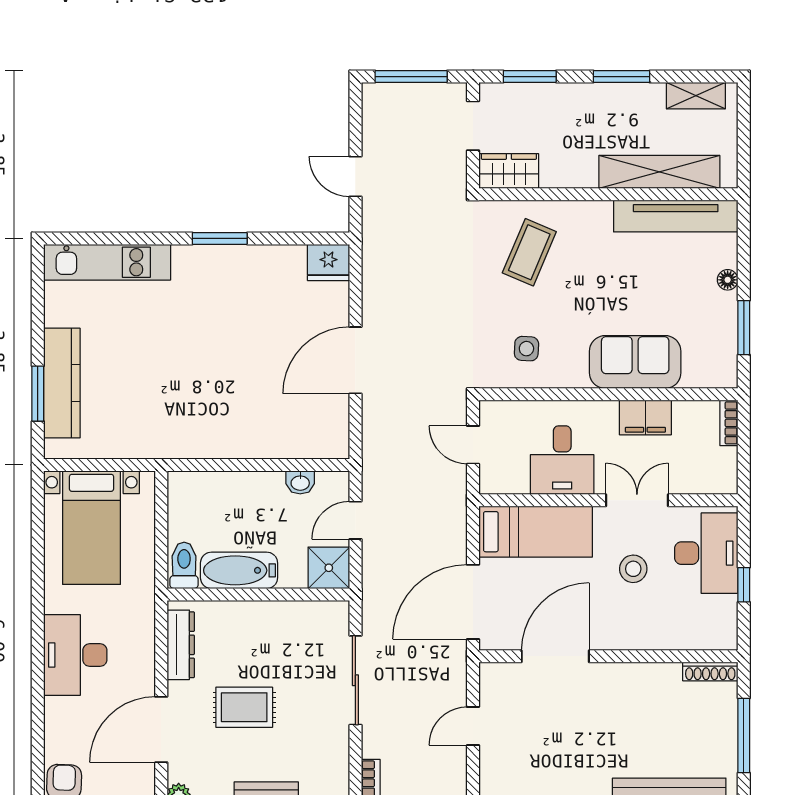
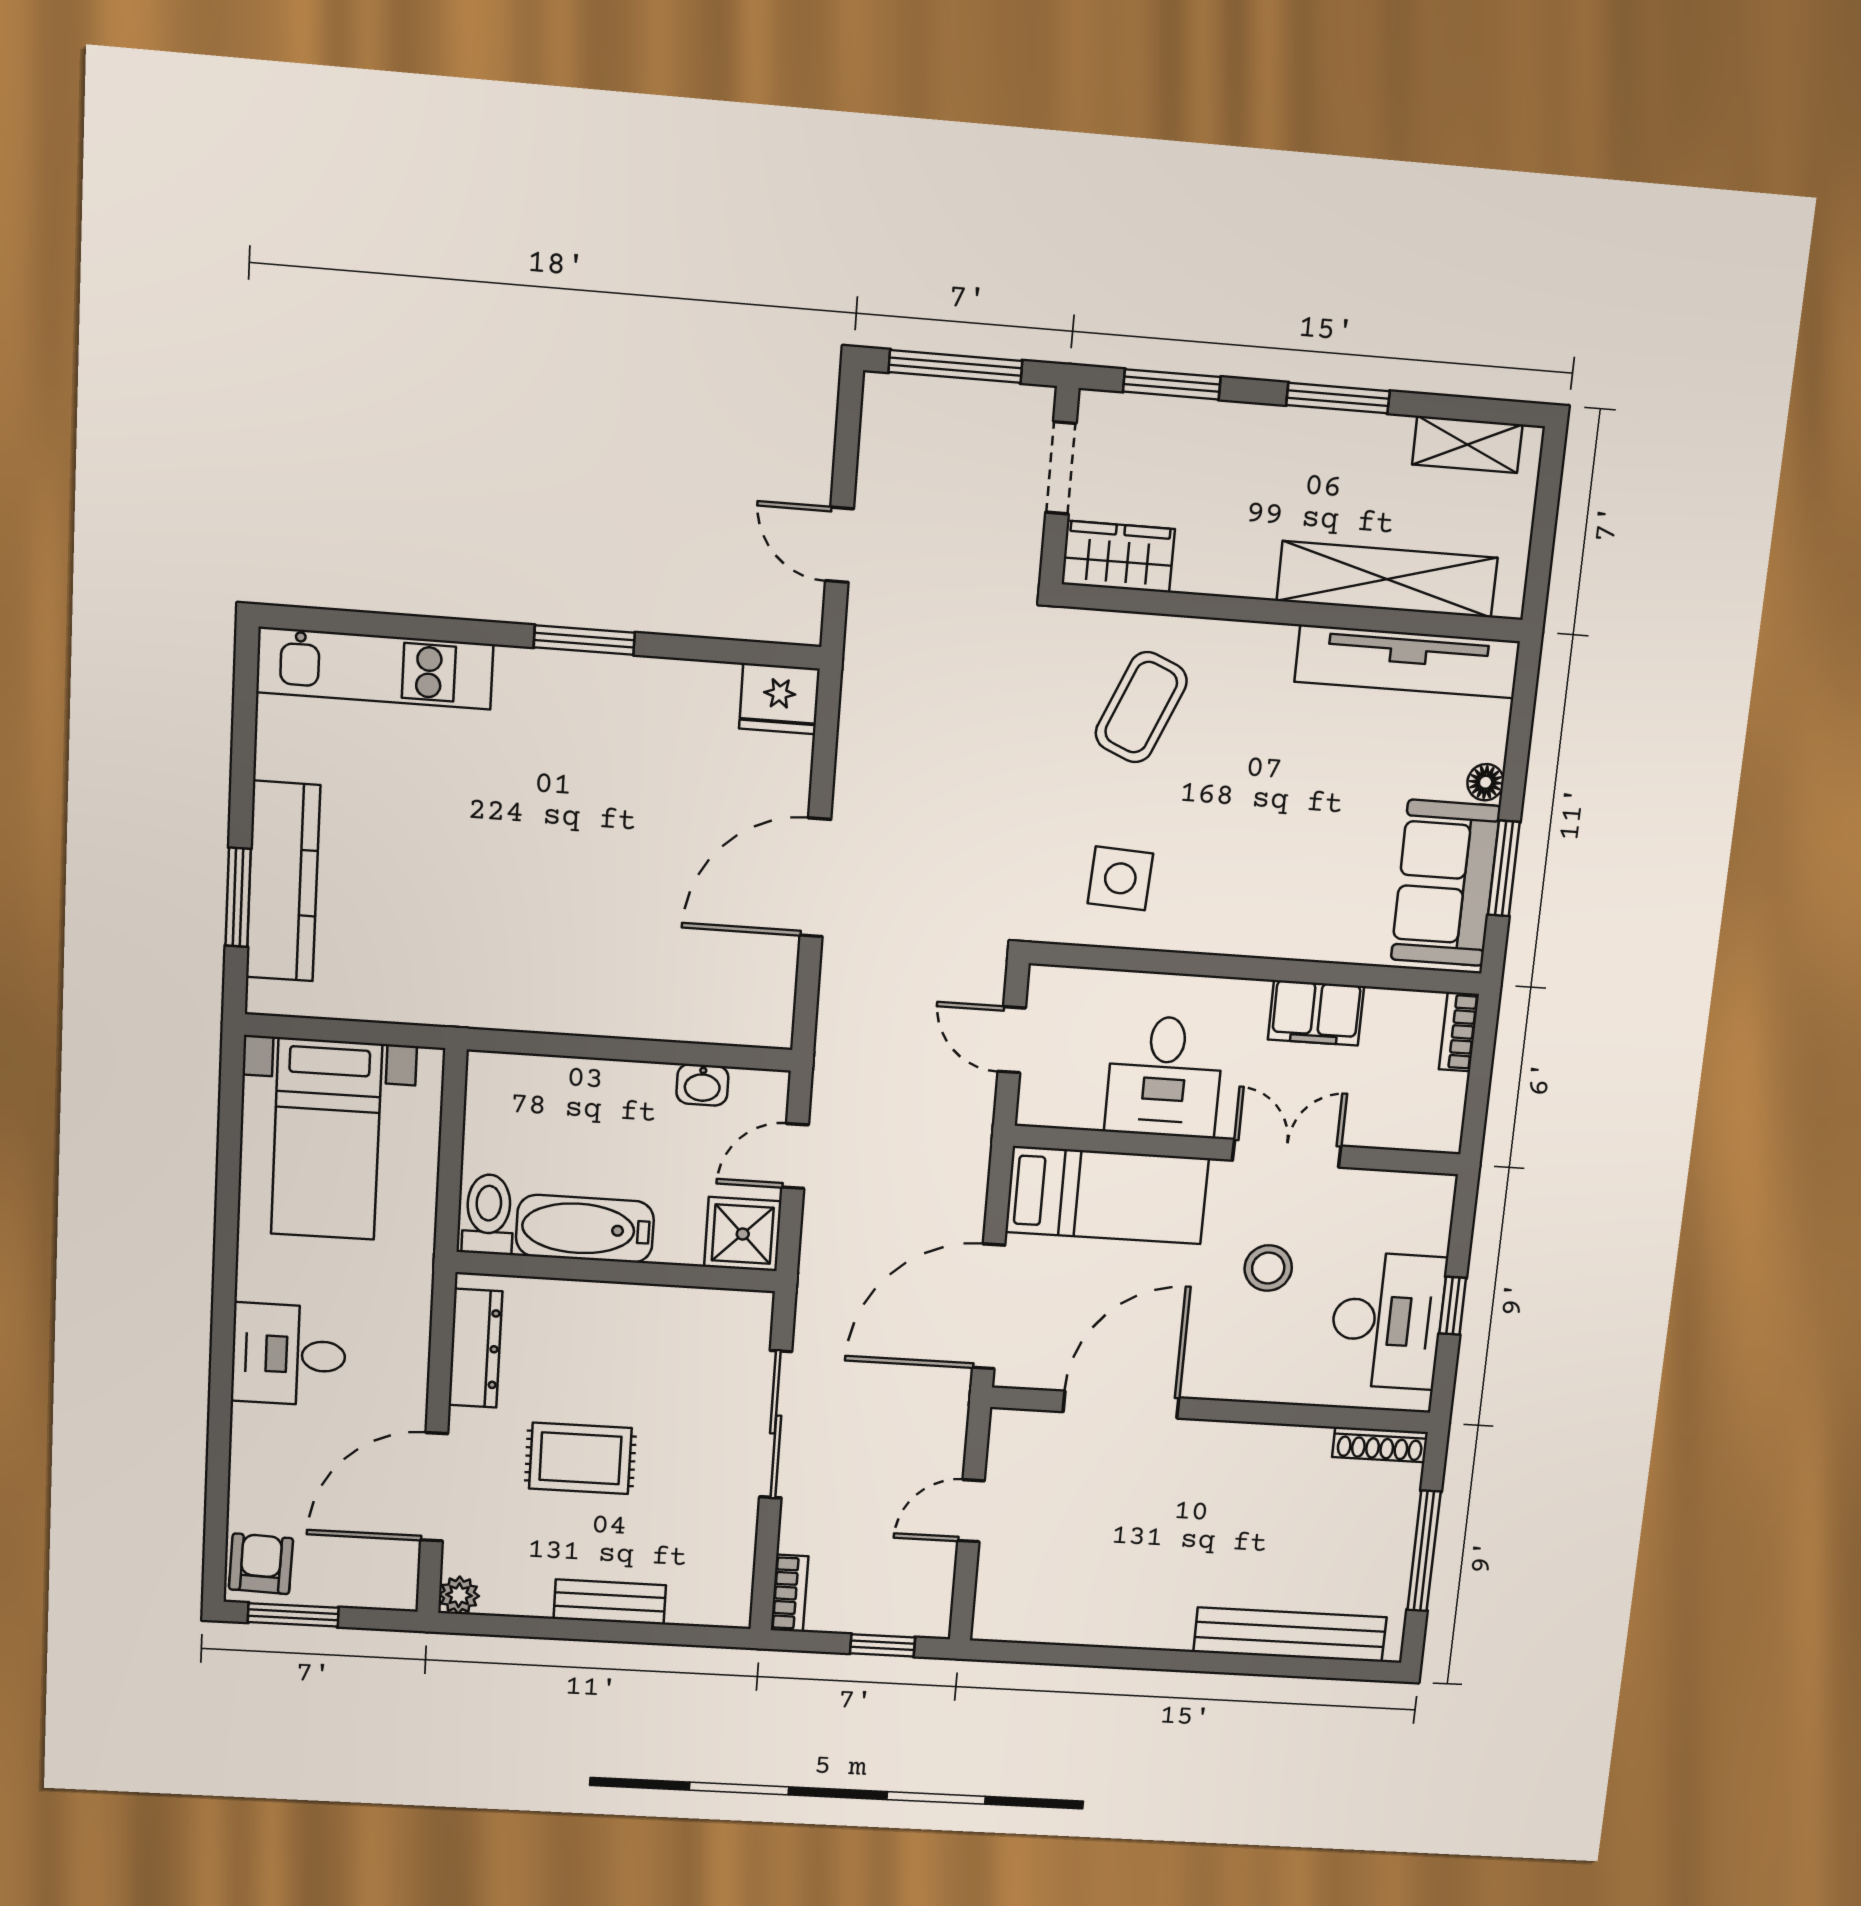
side table: (526, 349) -> (1120, 878), width x1.37, depth x1.37
sofa: (635, 362) -> (1446, 883), moved, turned -90
desk: (706, 553) -> (1387, 1321), moved
desk: (75, 655) -> (289, 1355), width x0.73

